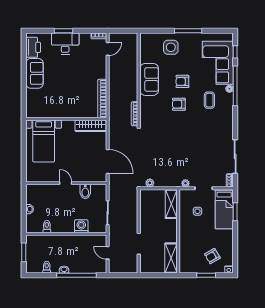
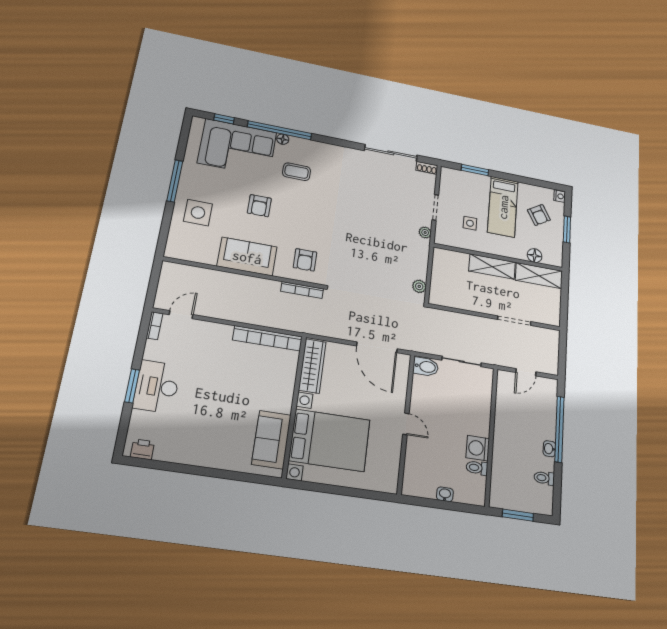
printer: (33, 47) -> (143, 449), width x0.53, depth x0.68
door: (108, 49) -> (181, 315), hinge flipped
sofa: (34, 73) -> (271, 440), moved, turned -90
armchair: (179, 104) -> (305, 260), moved
bed with nightstands: (44, 141) -> (330, 440), width x1.36
door: (108, 161) -> (377, 347), swing flipped
door: (66, 183) -> (406, 424), swing flipped
bidet: (85, 191) -> (426, 367), moved
shelving: (171, 204) -> (492, 267), moved
bed: (224, 209) -> (503, 207), moved, turned 90
washing machine: (81, 226) -> (478, 448), moved
floor lamp: (184, 255) -> (535, 256), added

